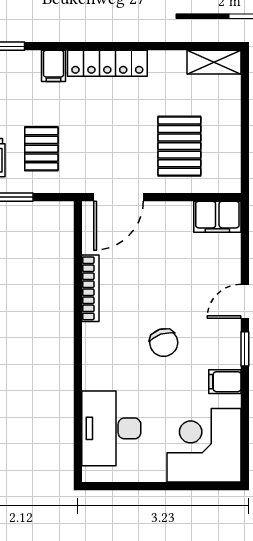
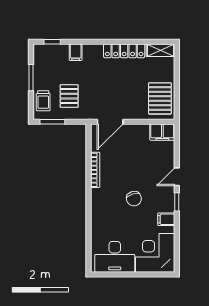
locker: (107, 63) -> (124, 51), moved
pallet: (179, 146) -> (160, 98), moved
desk: (111, 428) -> (115, 257), moved, turned -90

